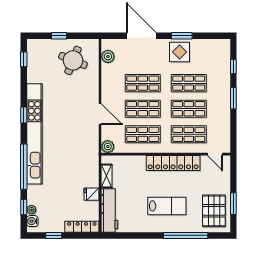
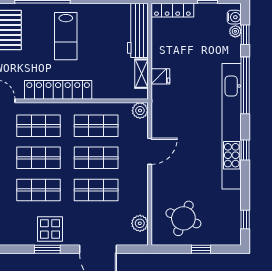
door: (100, 114) -> (150, 151), swing flipped
fridge: (91, 194) -> (160, 76), moved
lab bench: (167, 206) -> (66, 36), turned -90

